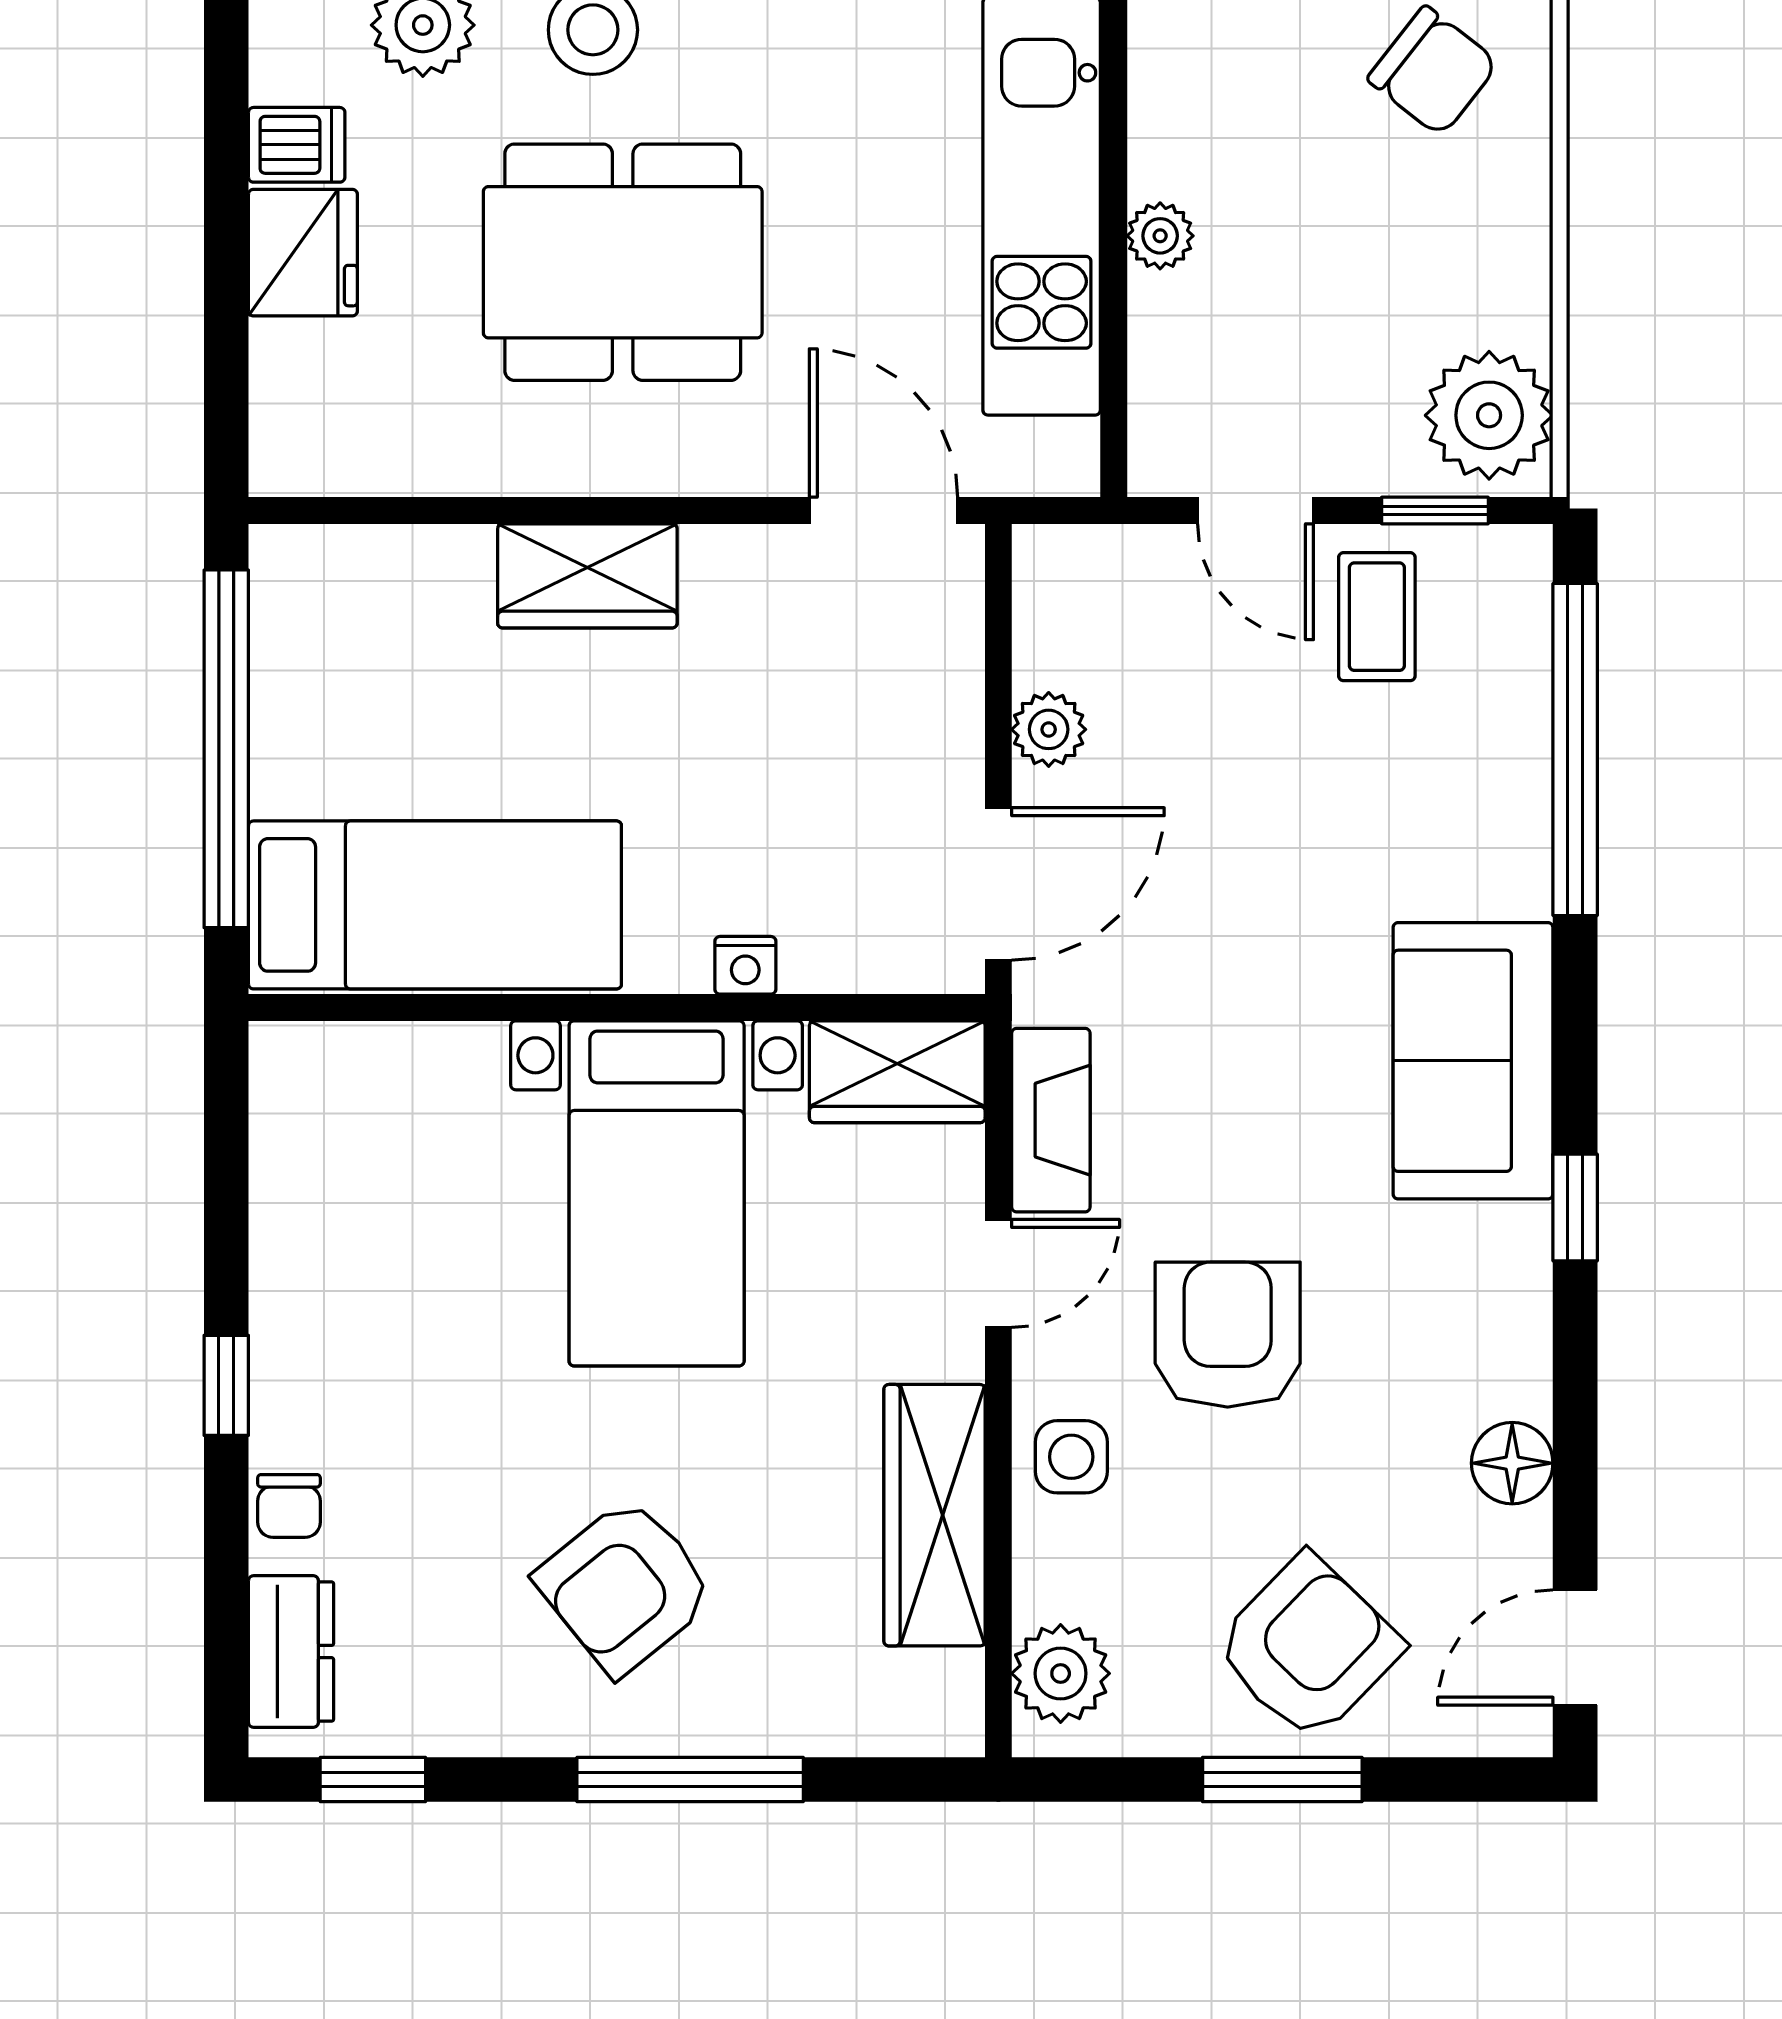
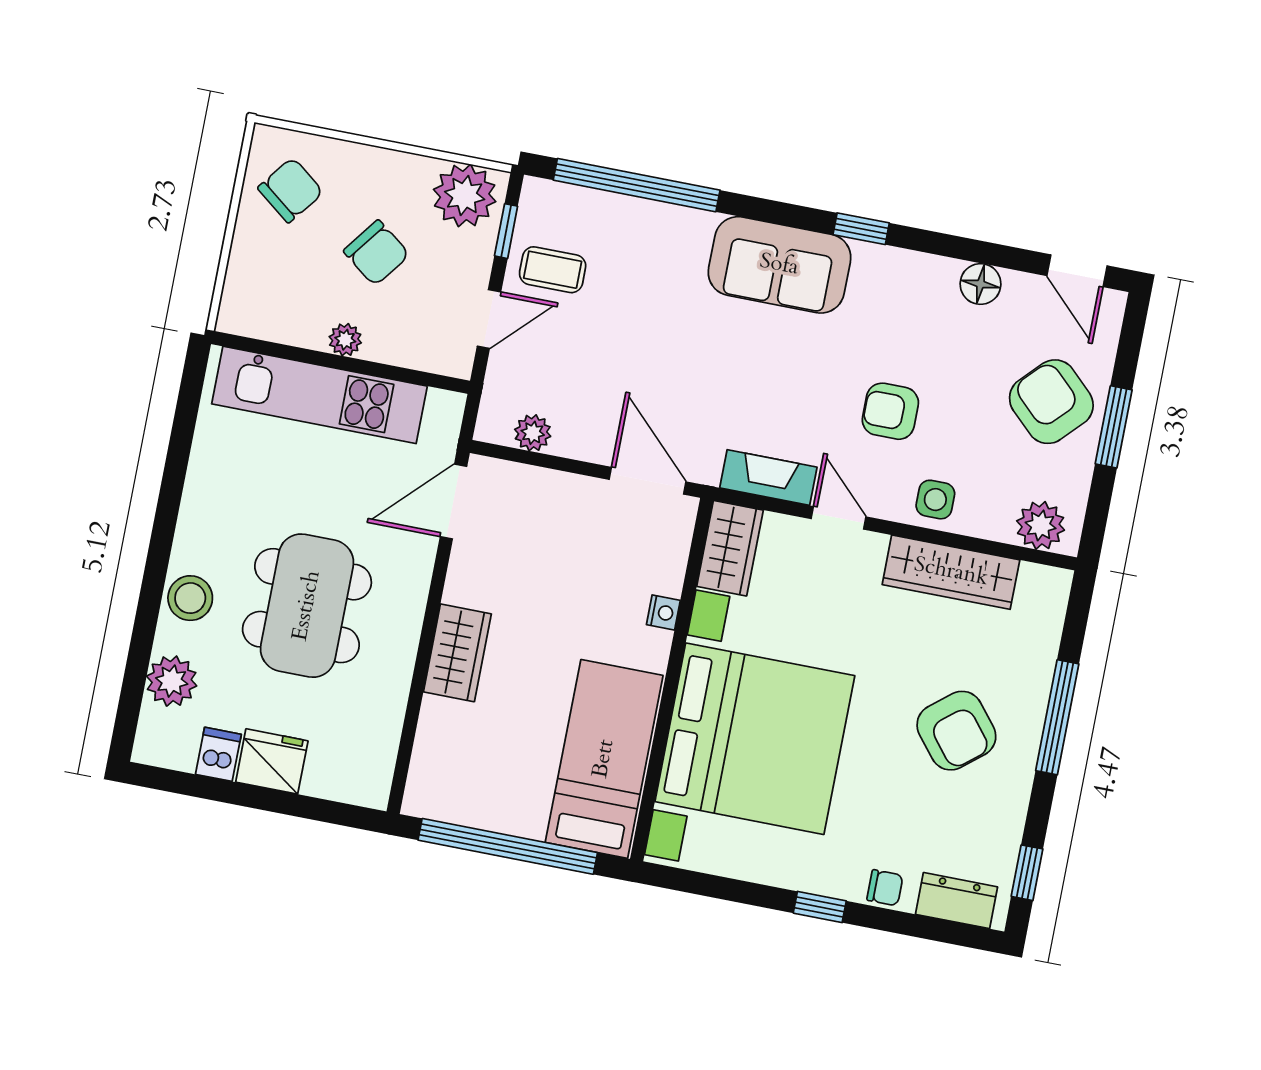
chair: (1343, 264) -> (376, 253), added
plant: (1049, 729) -> (533, 433), moved
bed with nightstands: (657, 1193) -> (755, 739), width x1.85
armchair: (1228, 1335) -> (890, 411), width x0.72, depth x0.72

